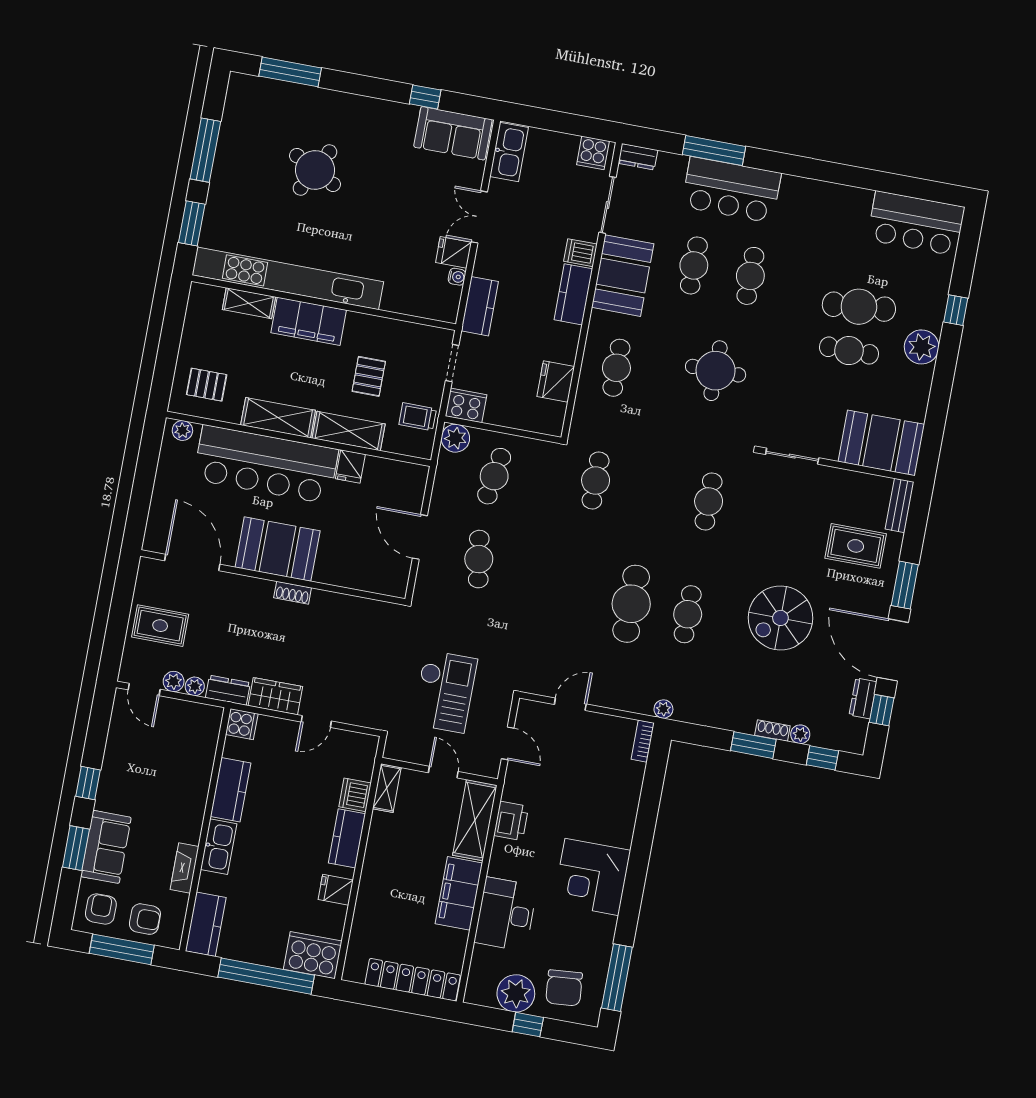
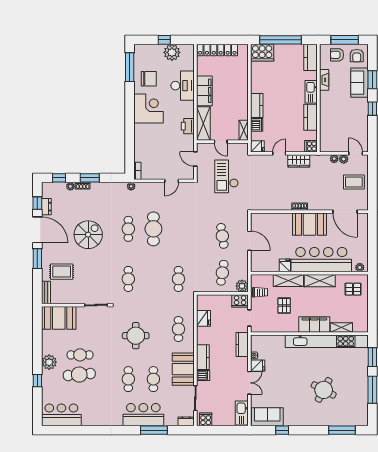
dresser: (228, 690) -> (320, 160), removed
fridge: (336, 890) -> (257, 146), moved
chair: (564, 988) -> (149, 79), moved, turned 95

